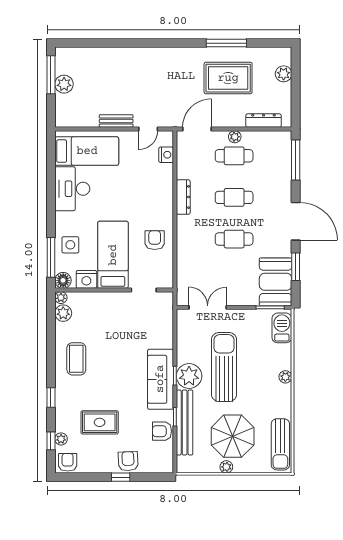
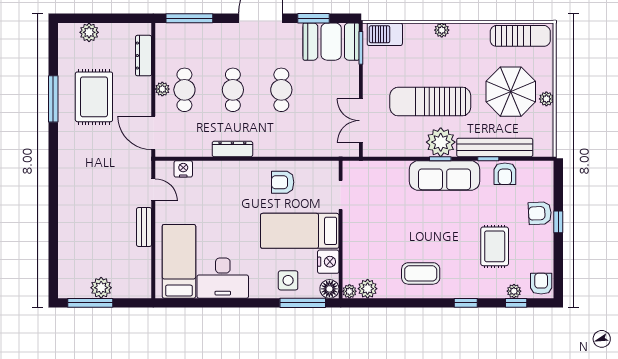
armchair: (68, 462) -> (541, 284), turned 90

